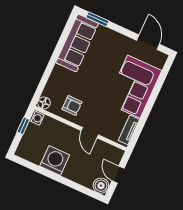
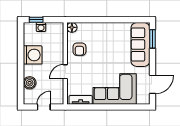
sofa: (77, 43) -> (140, 44), moved, turned 90
washing machine: (37, 118) -> (41, 27), moved
window: (23, 126) -> (36, 20), moved
boiler: (101, 186) -> (30, 83), moved

